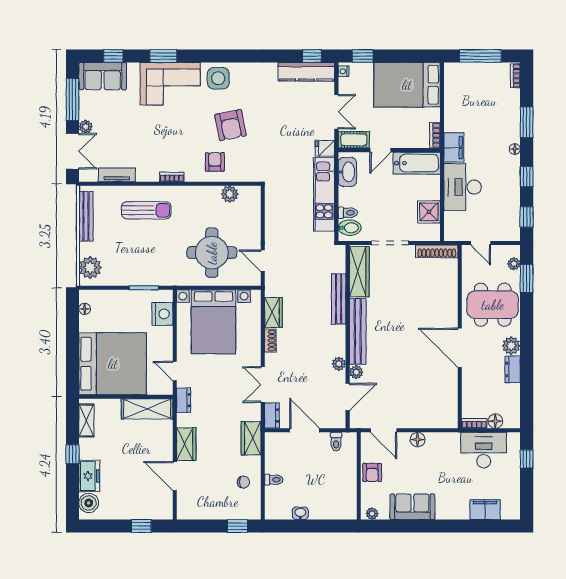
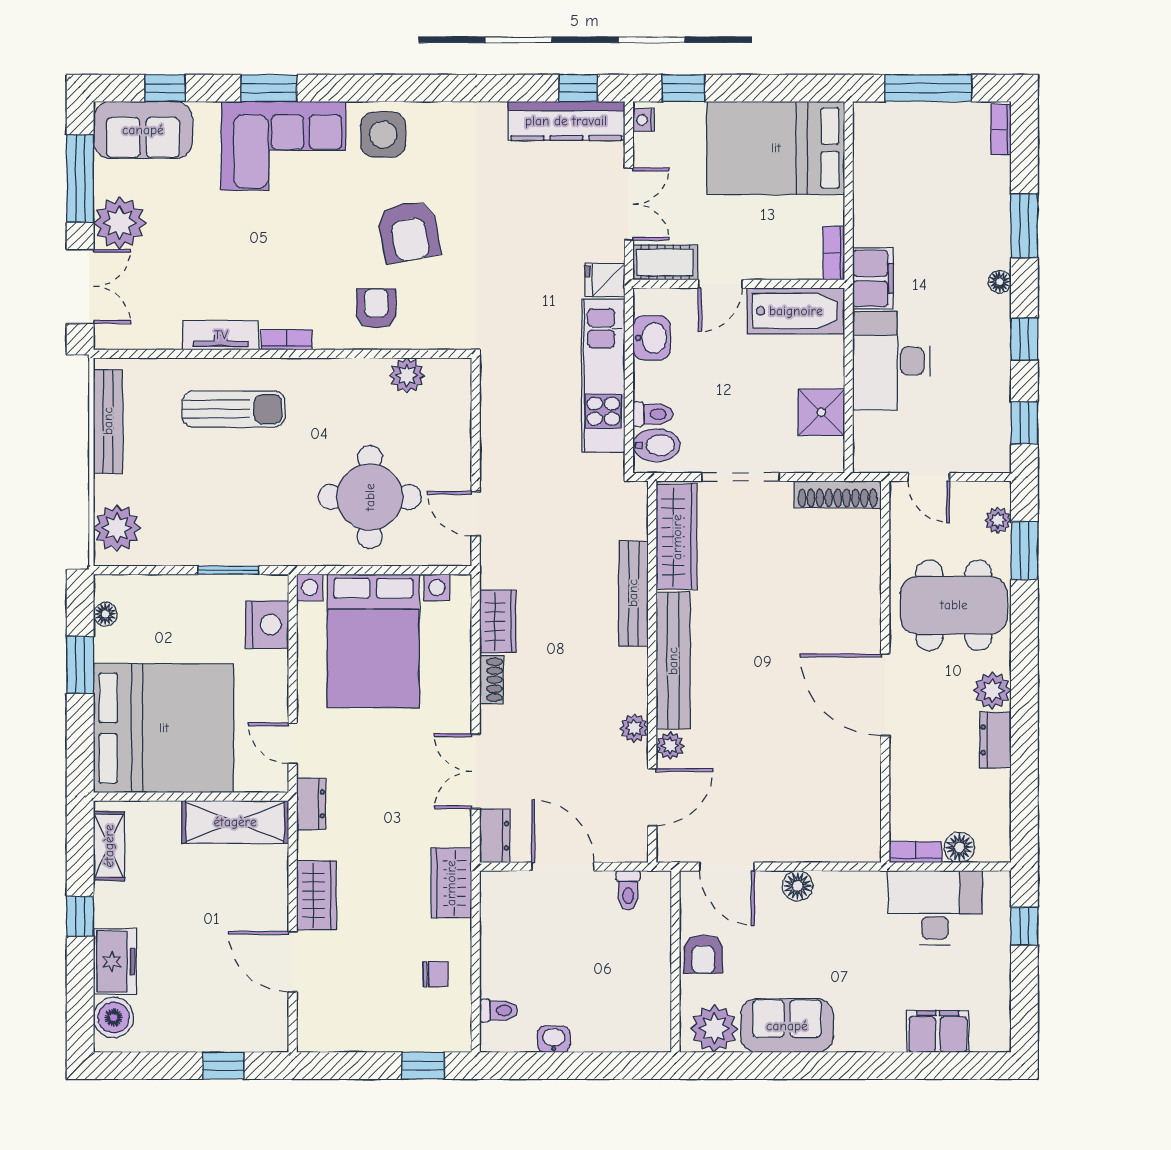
plant: (86, 127) -> (120, 223), width x1.87, depth x1.87
washbasin: (347, 172) -> (652, 338), width x0.72
tv unit: (117, 175) -> (221, 335), moved
window: (73, 333) -> (80, 665), added
toilet: (274, 480) -> (499, 1010), moved
plant: (372, 514) -> (714, 1029), width x1.87, depth x1.87

